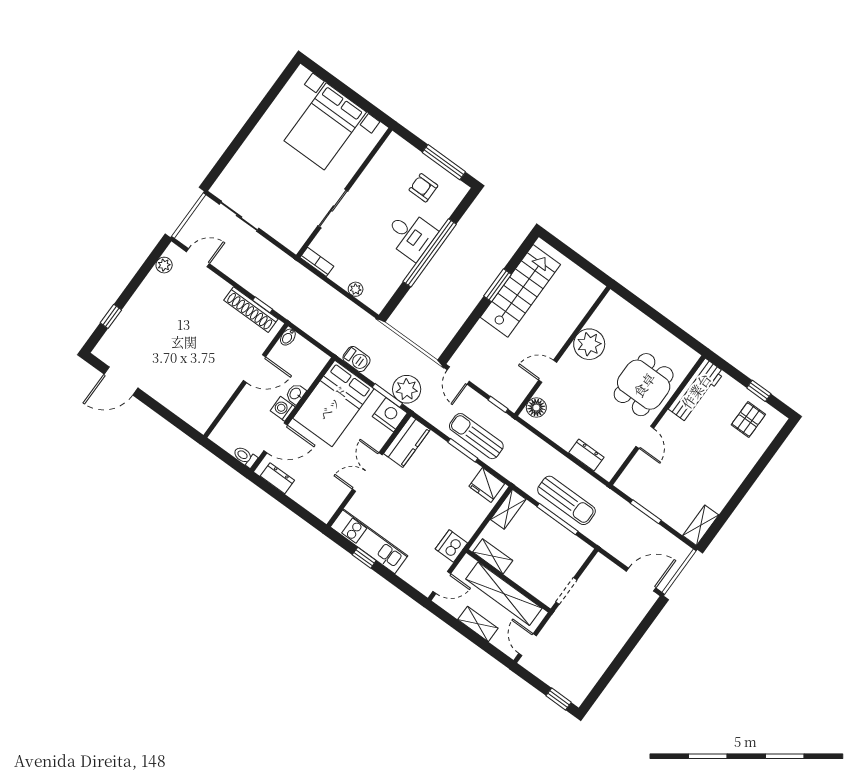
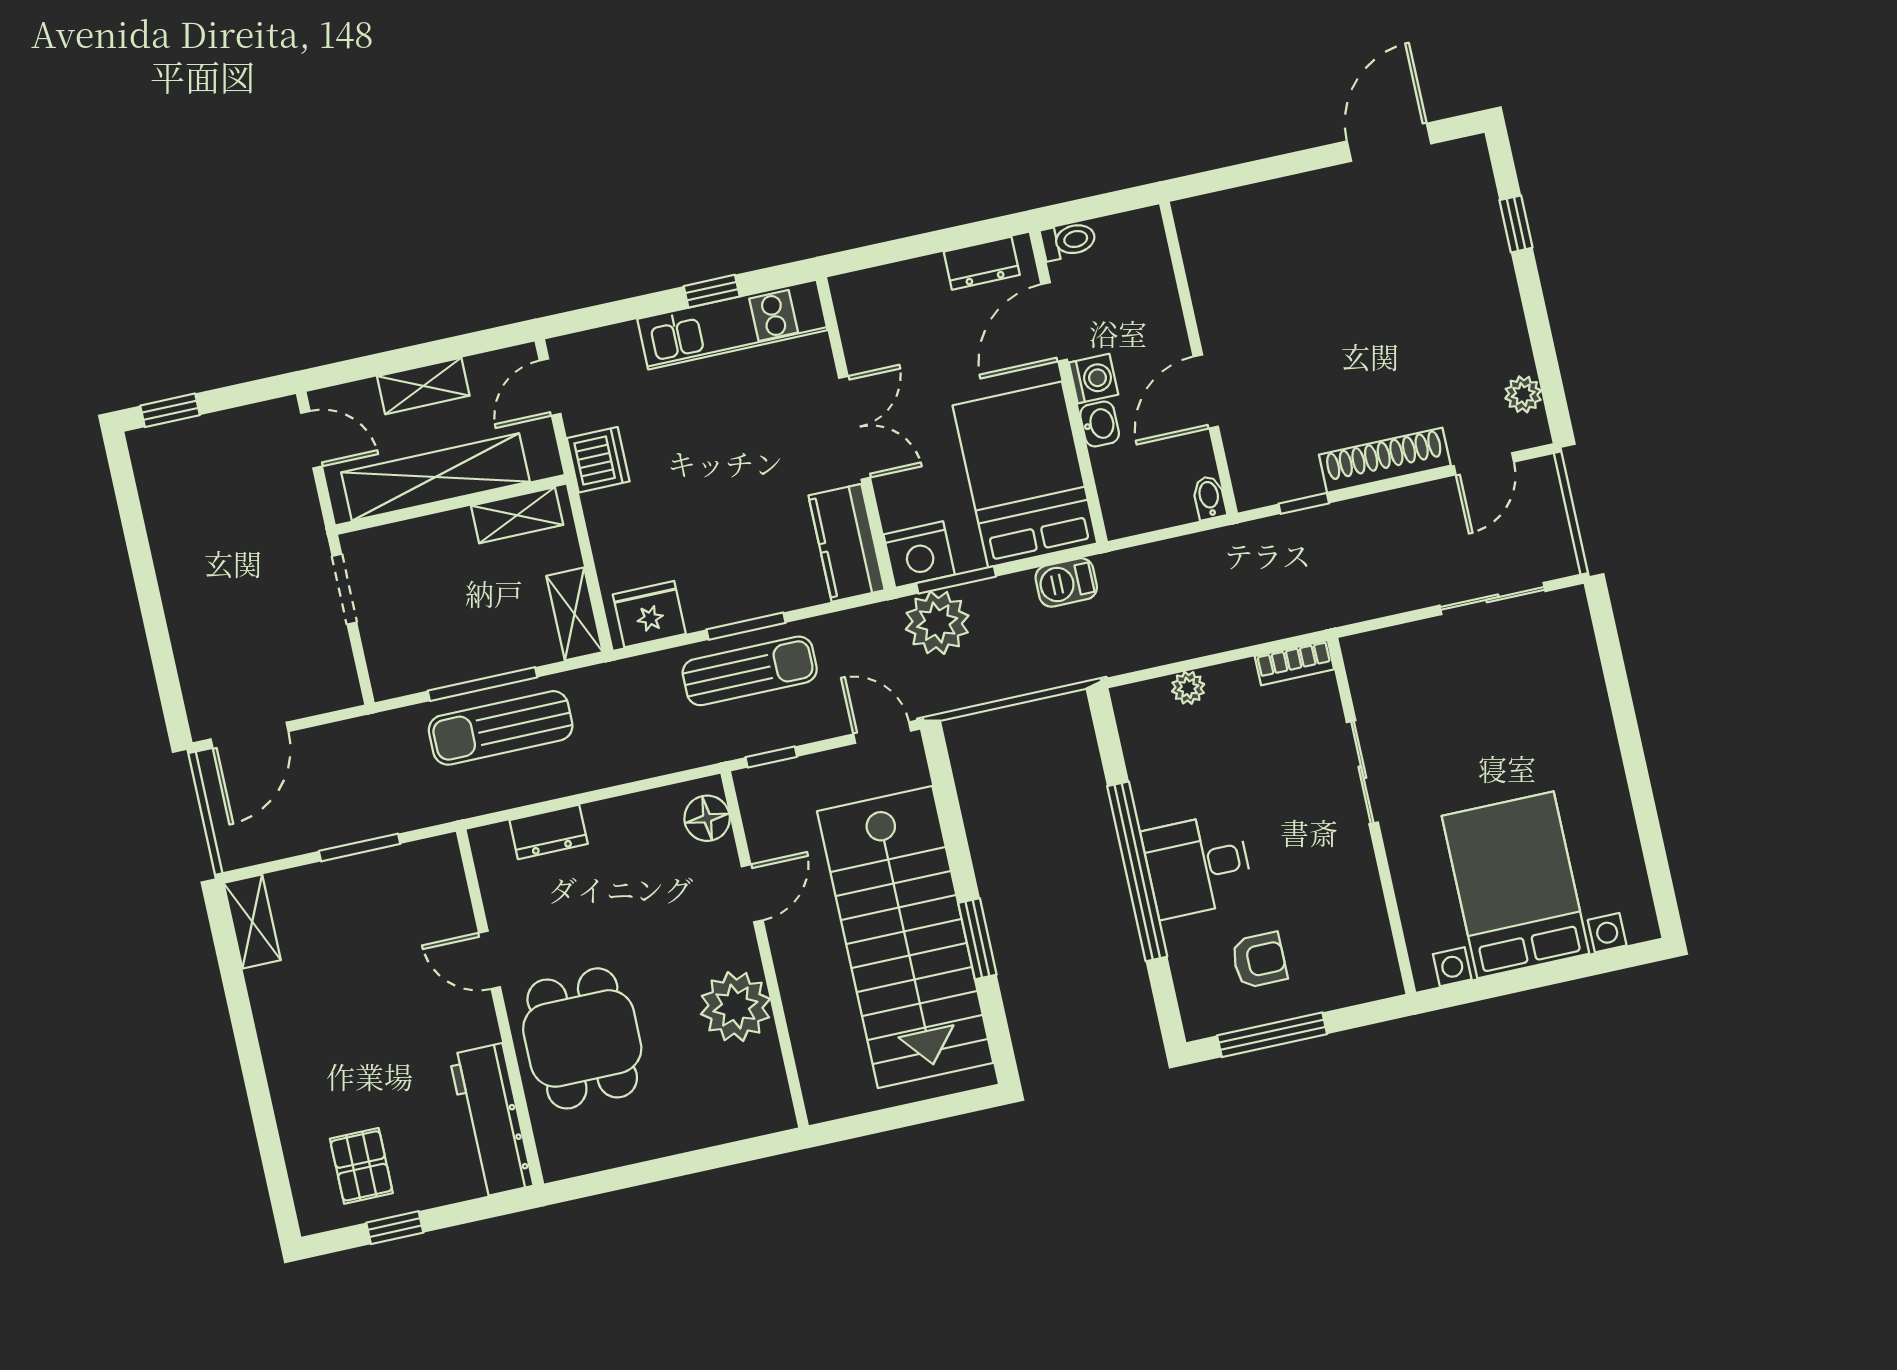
stairs: (520, 291) -> (905, 937), width x1.36, depth x1.51
shoe rack: (251, 310) -> (1385, 460), moved

